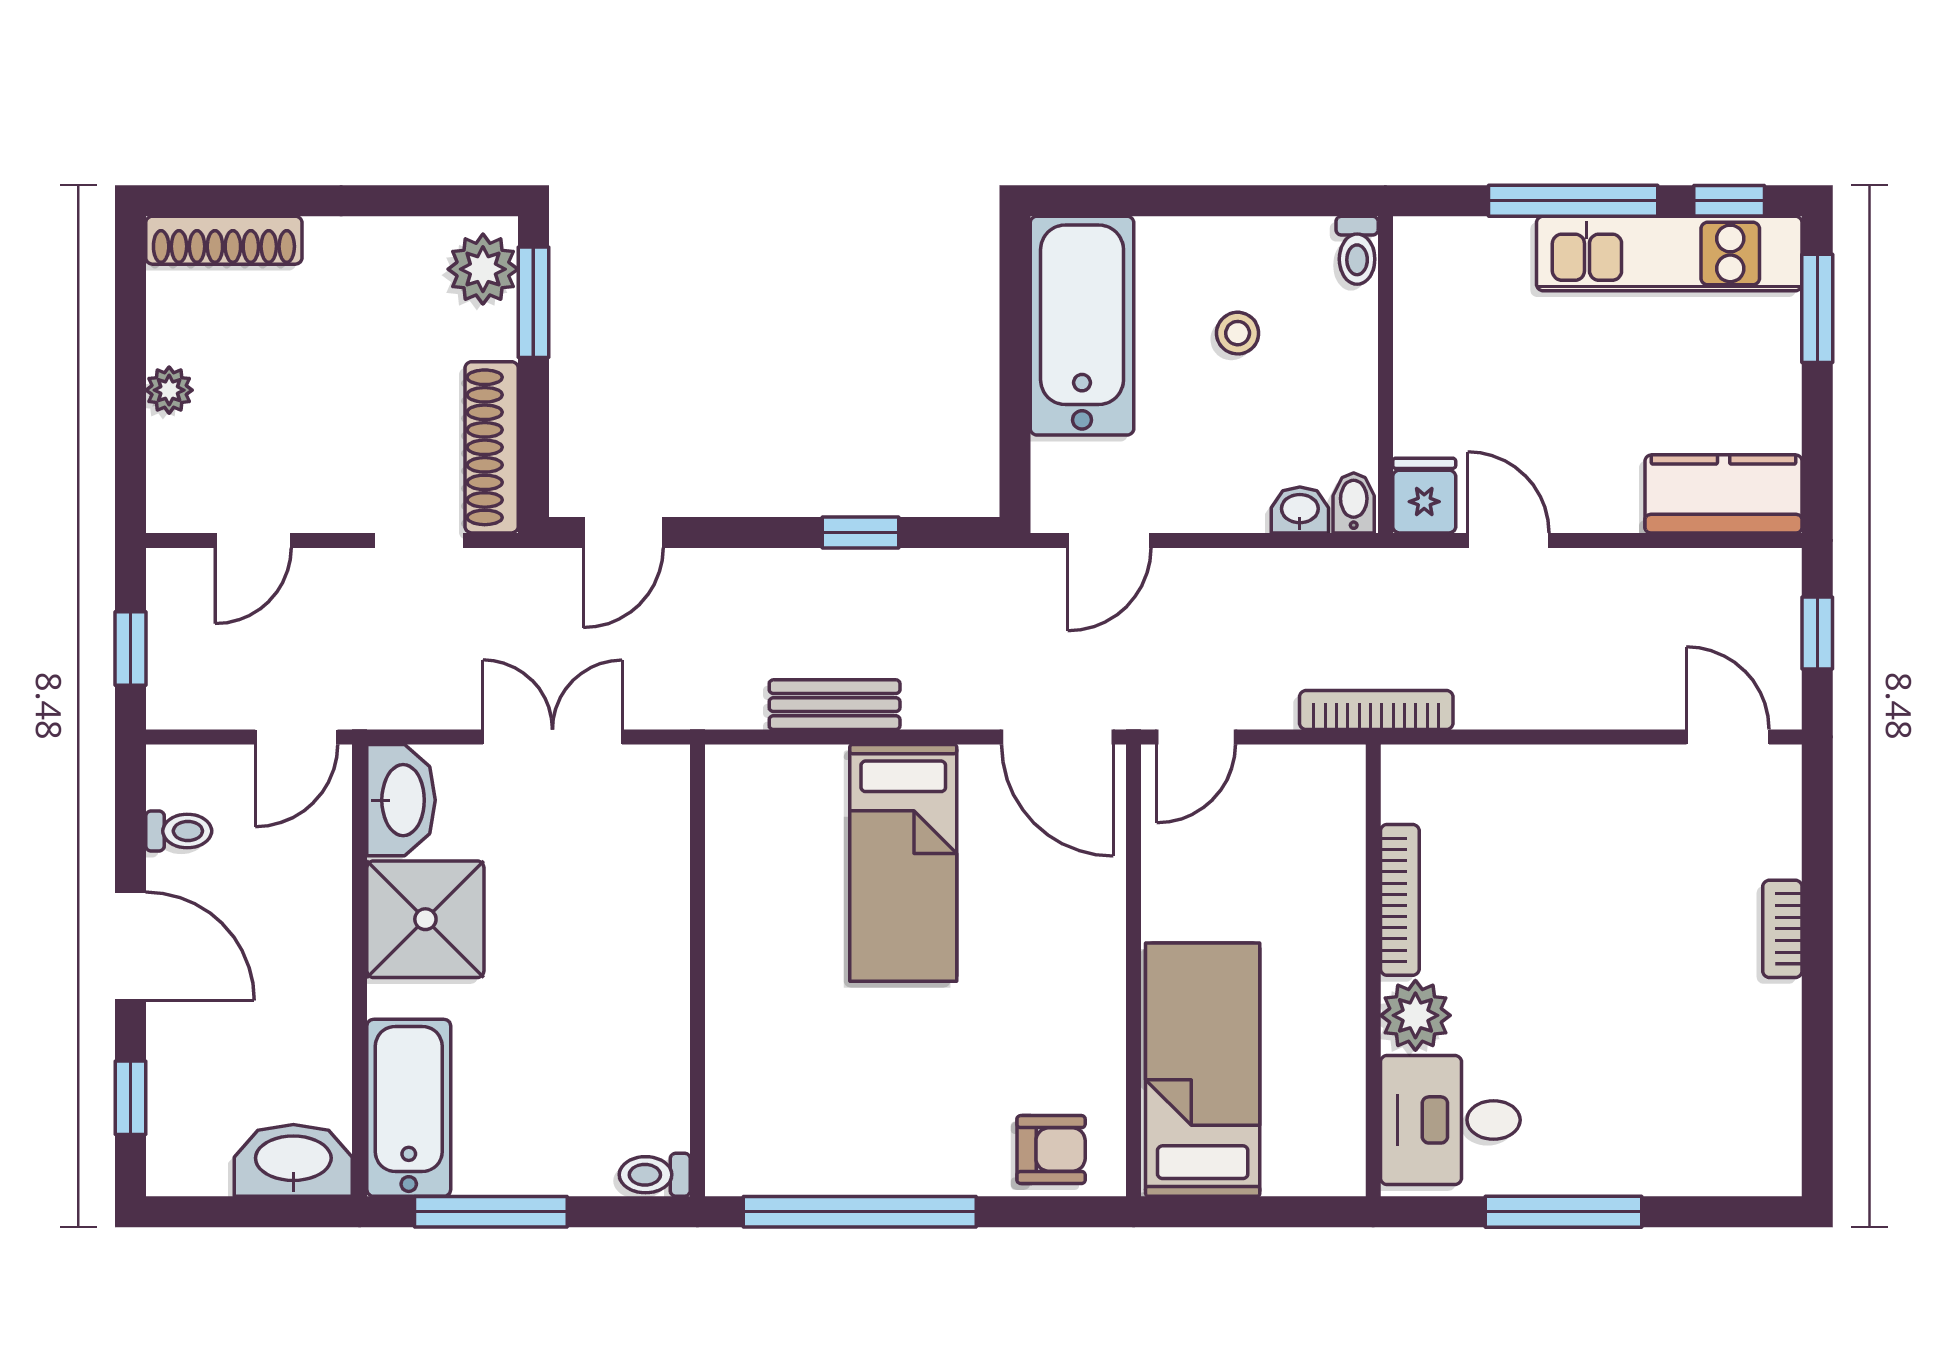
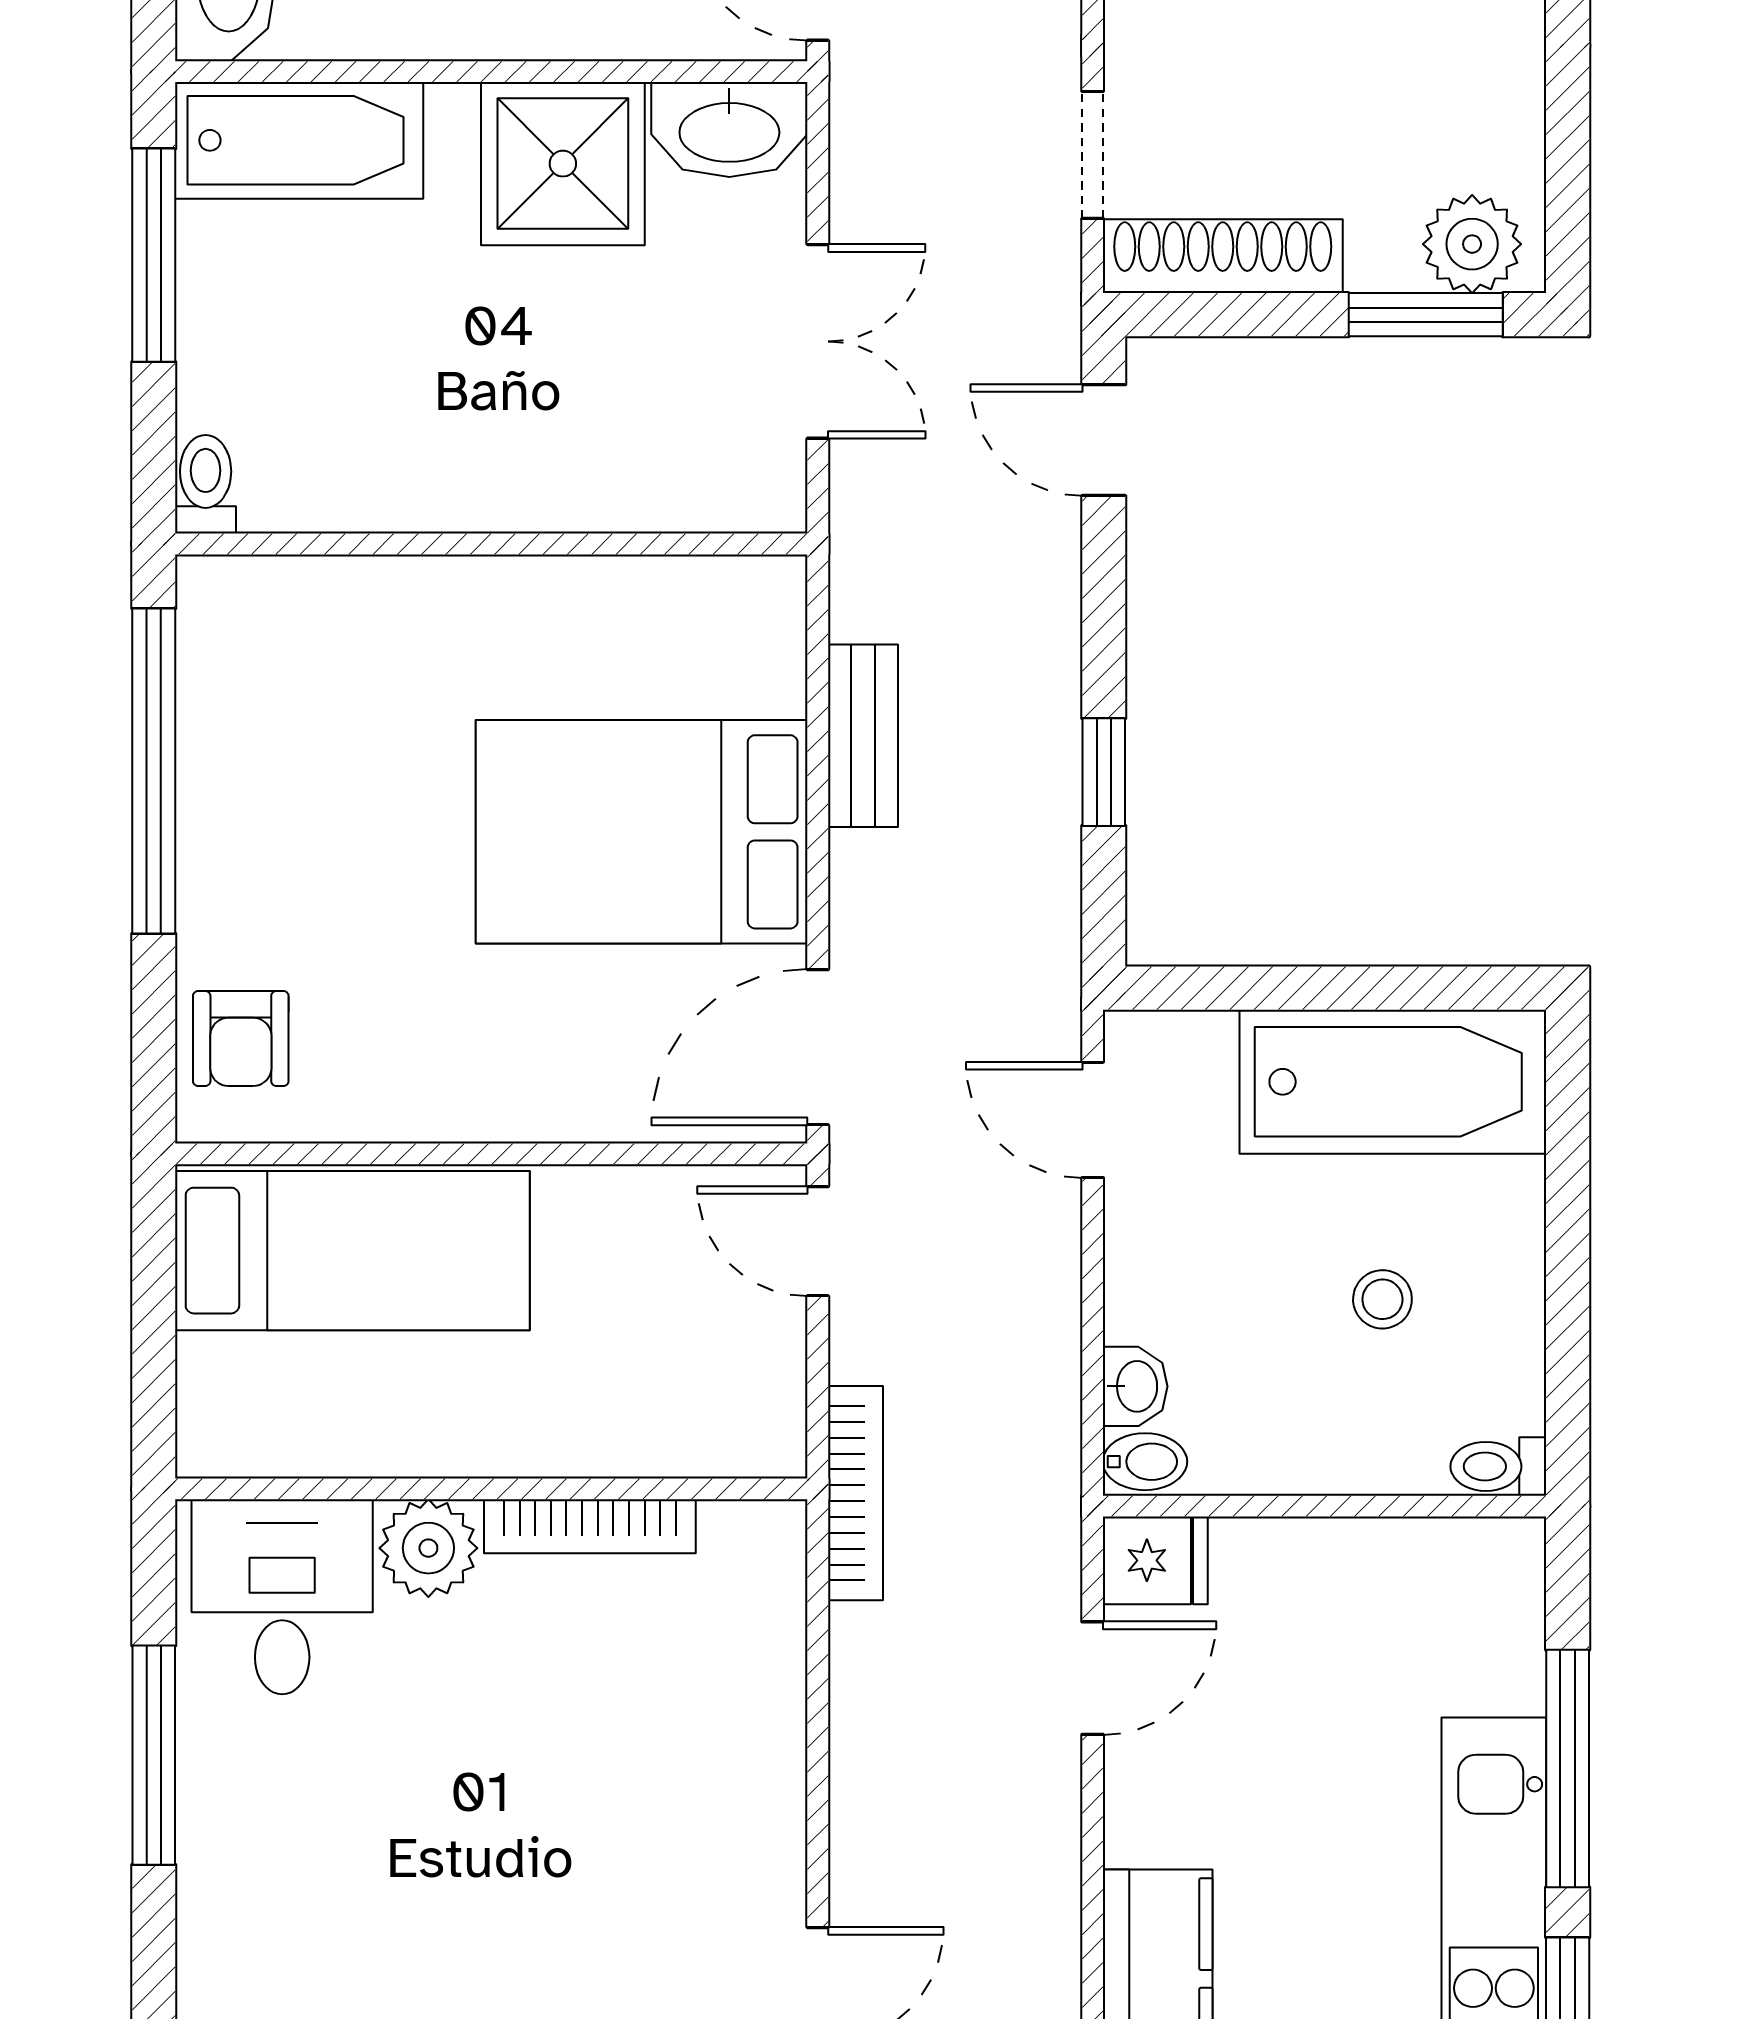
bed: (903, 863) -> (642, 832), width x1.50

